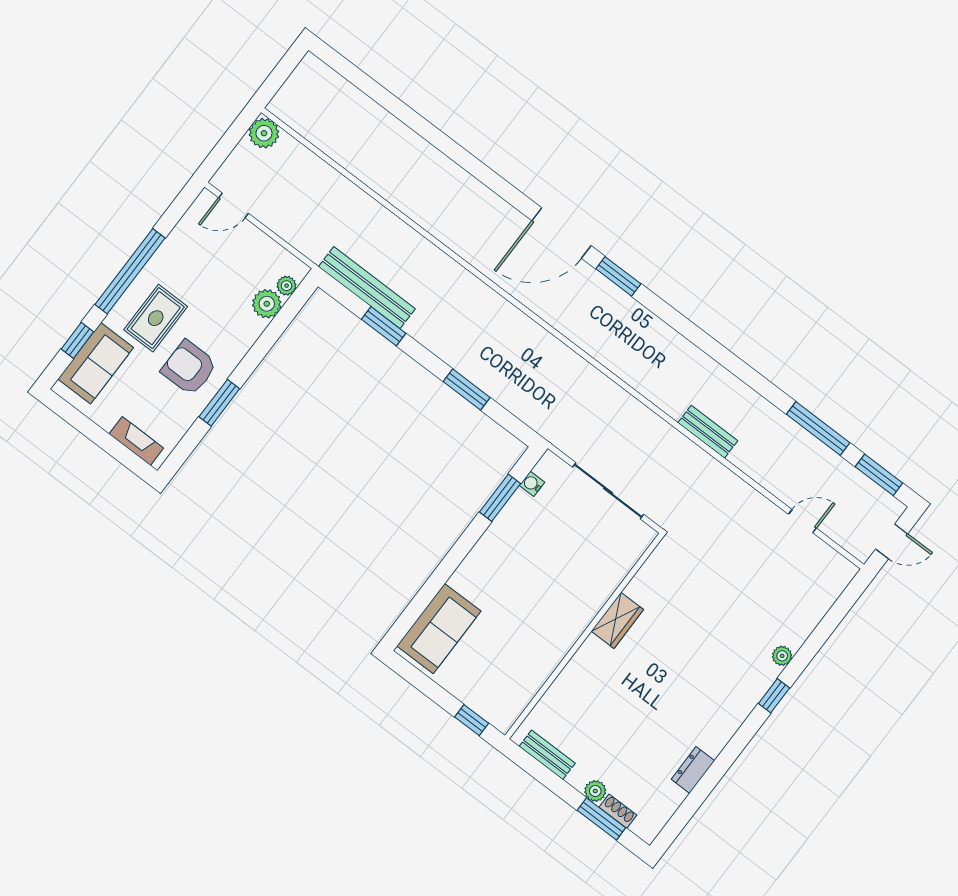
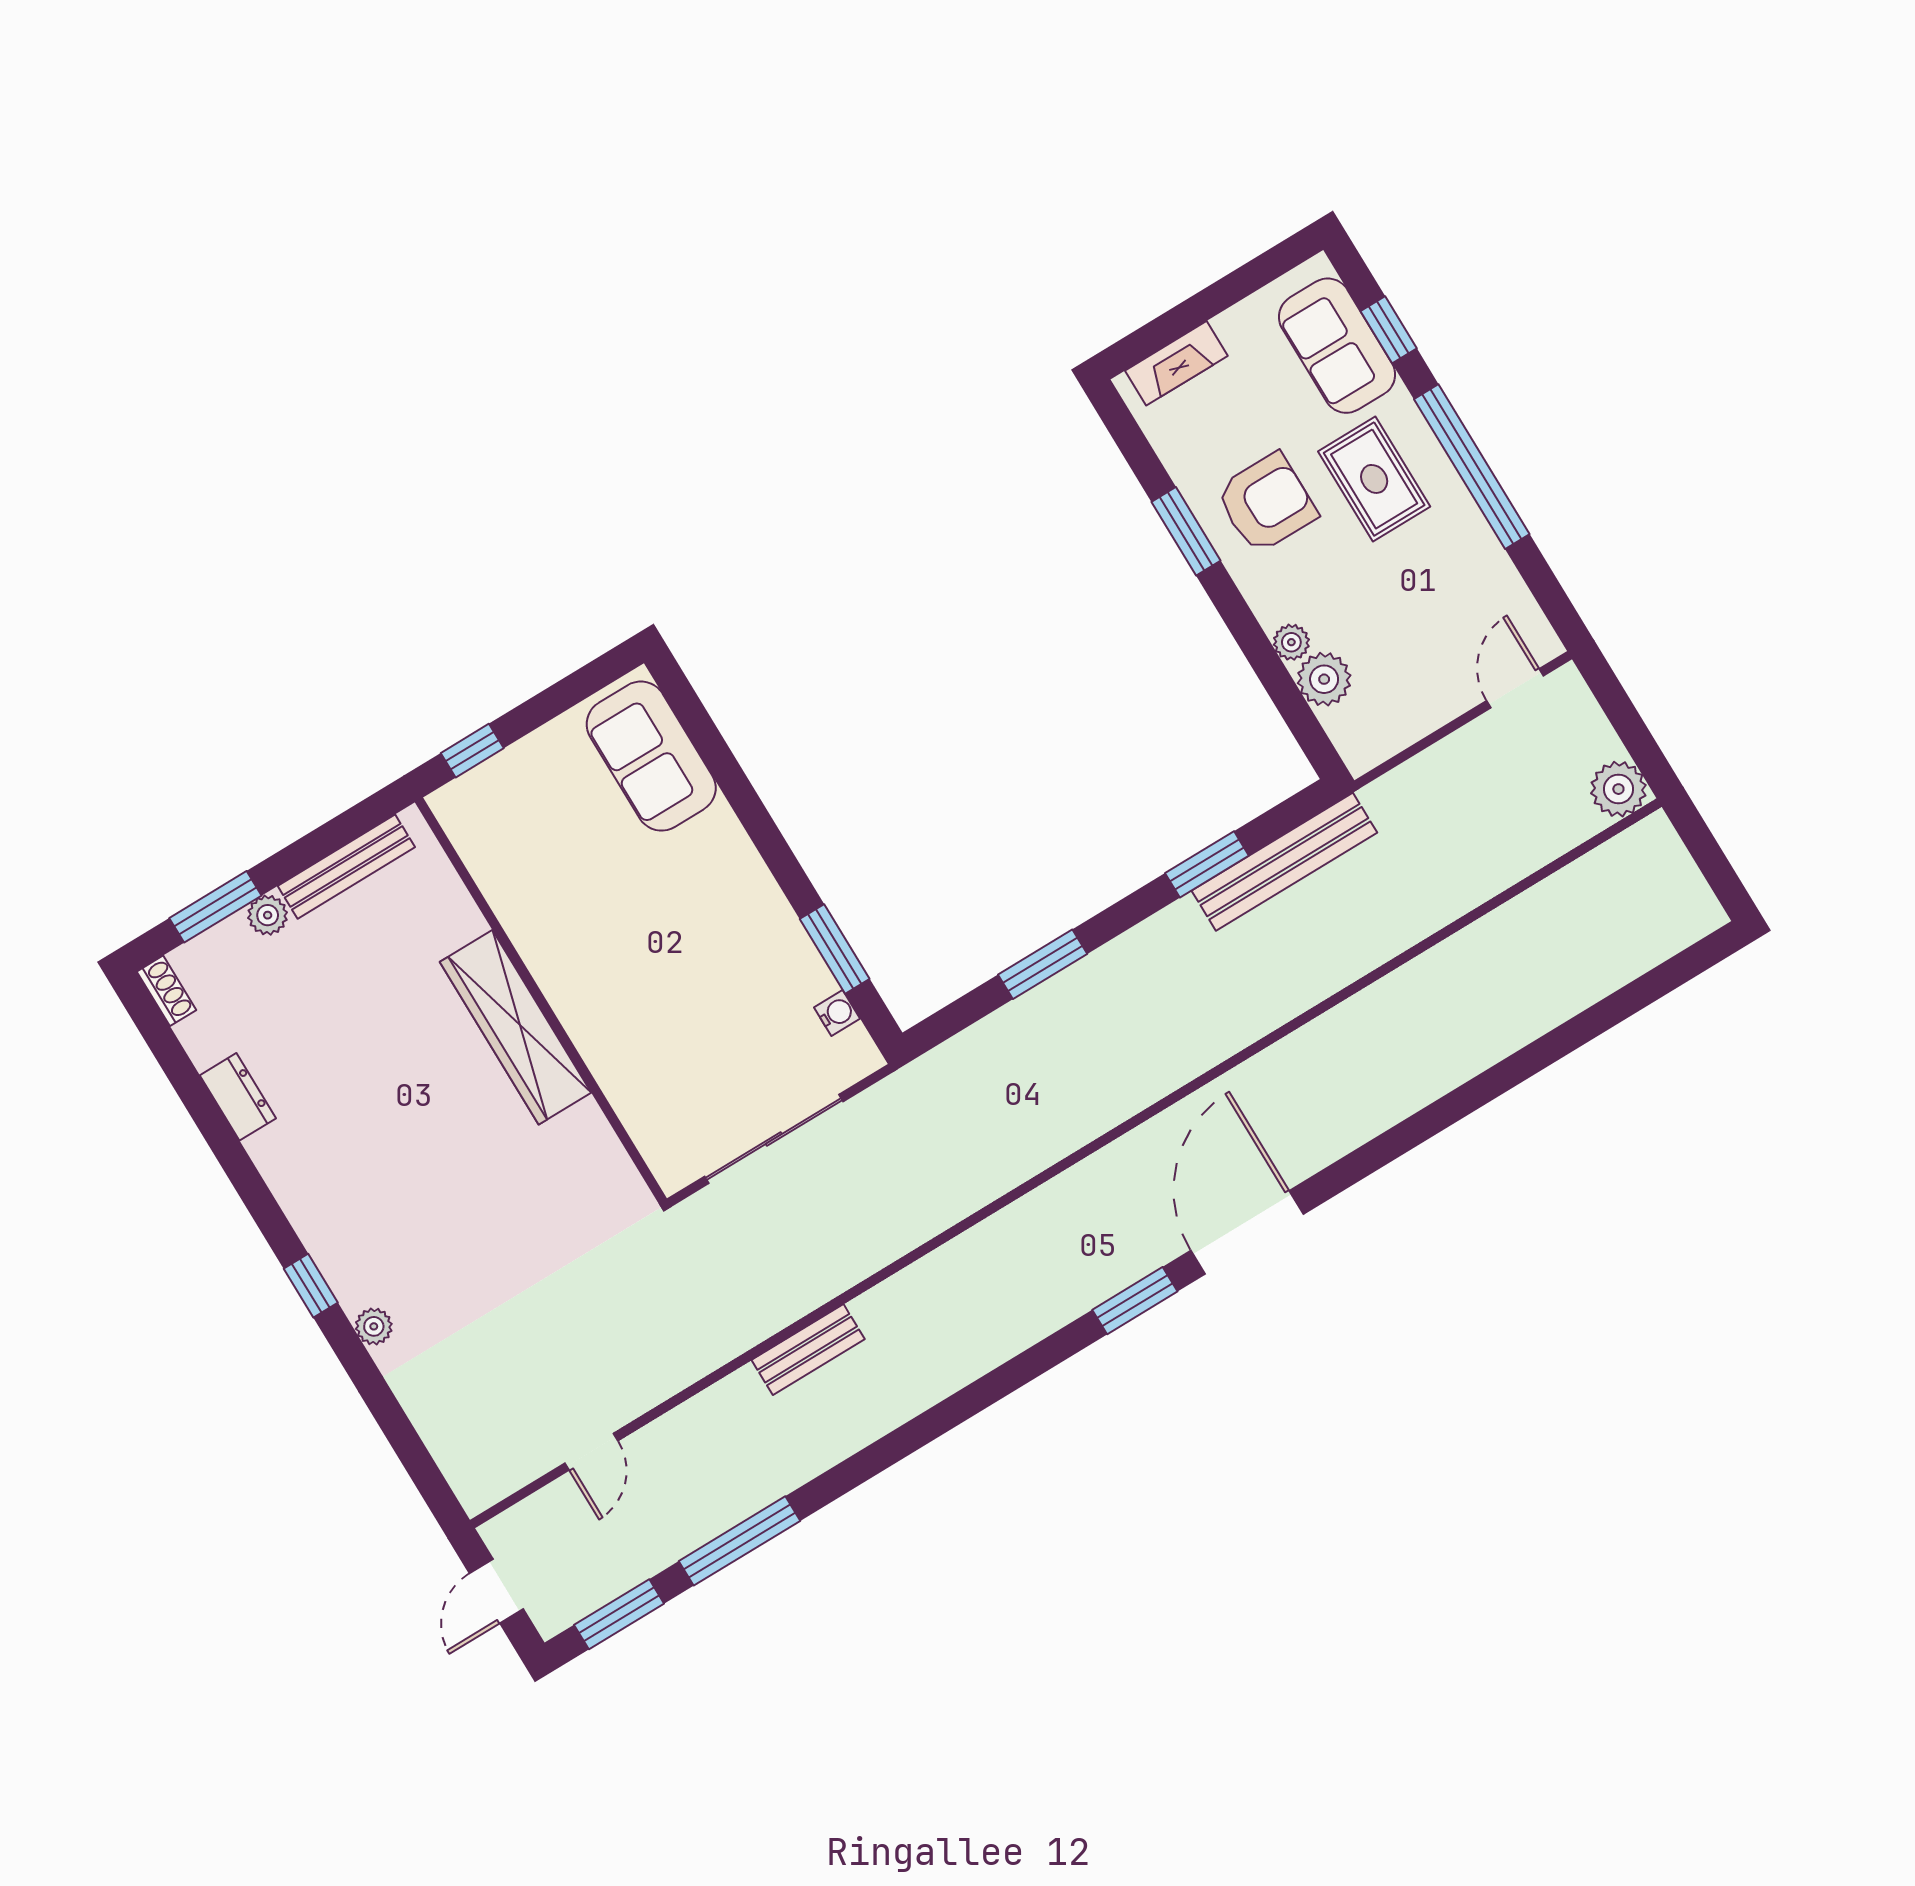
plant: (287, 286) -> (1291, 642), moved
wardrobe: (617, 620) -> (515, 1027), width x2.10, depth x1.17
bench: (547, 755) -> (346, 867), width x1.36
shoe rack: (618, 811) -> (166, 991), moved, turned -90

